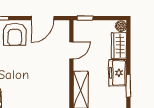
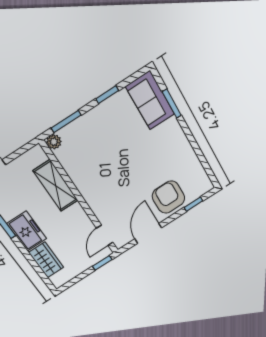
boiler: (121, 26) -> (58, 280), removed
door: (71, 50) -> (105, 235), moved

